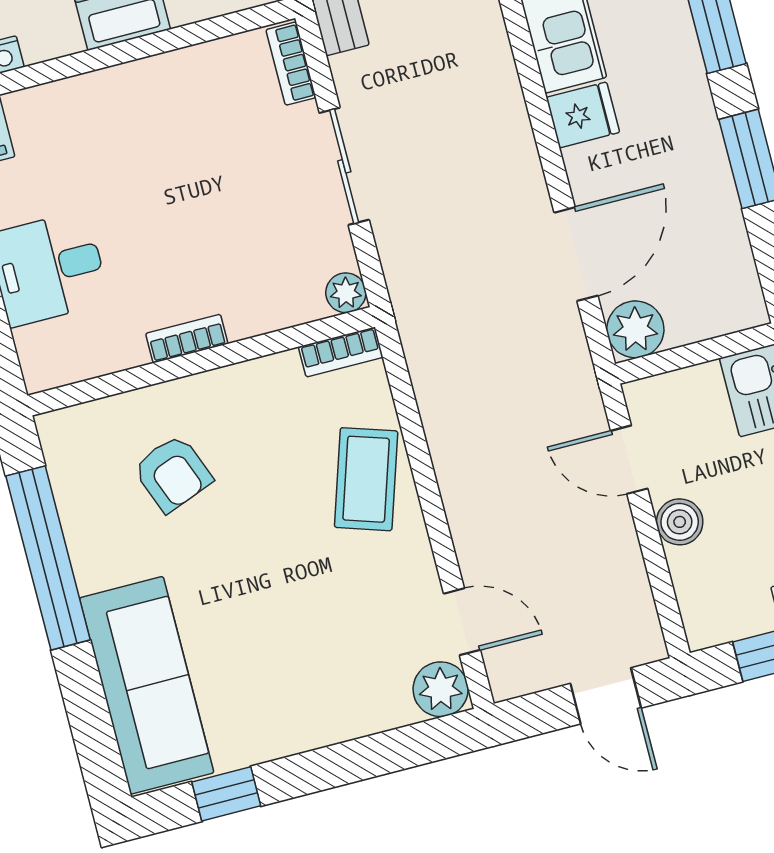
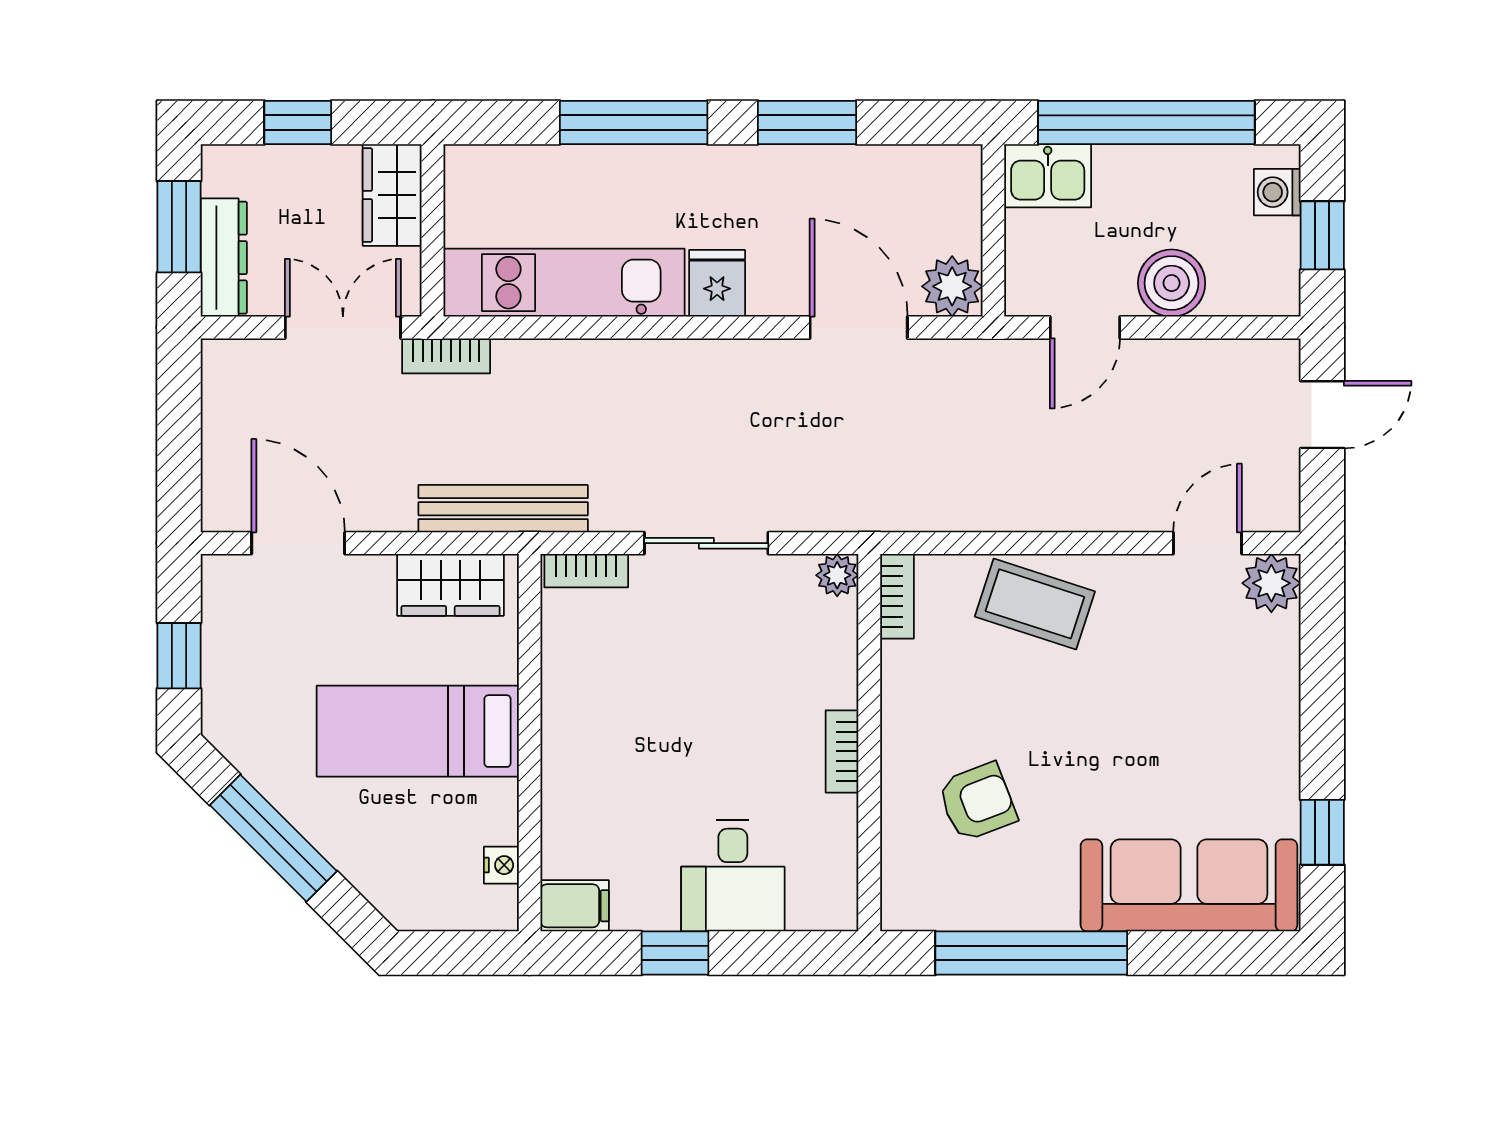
boiler: (680, 522) -> (1172, 283), width x1.36, depth x1.36

